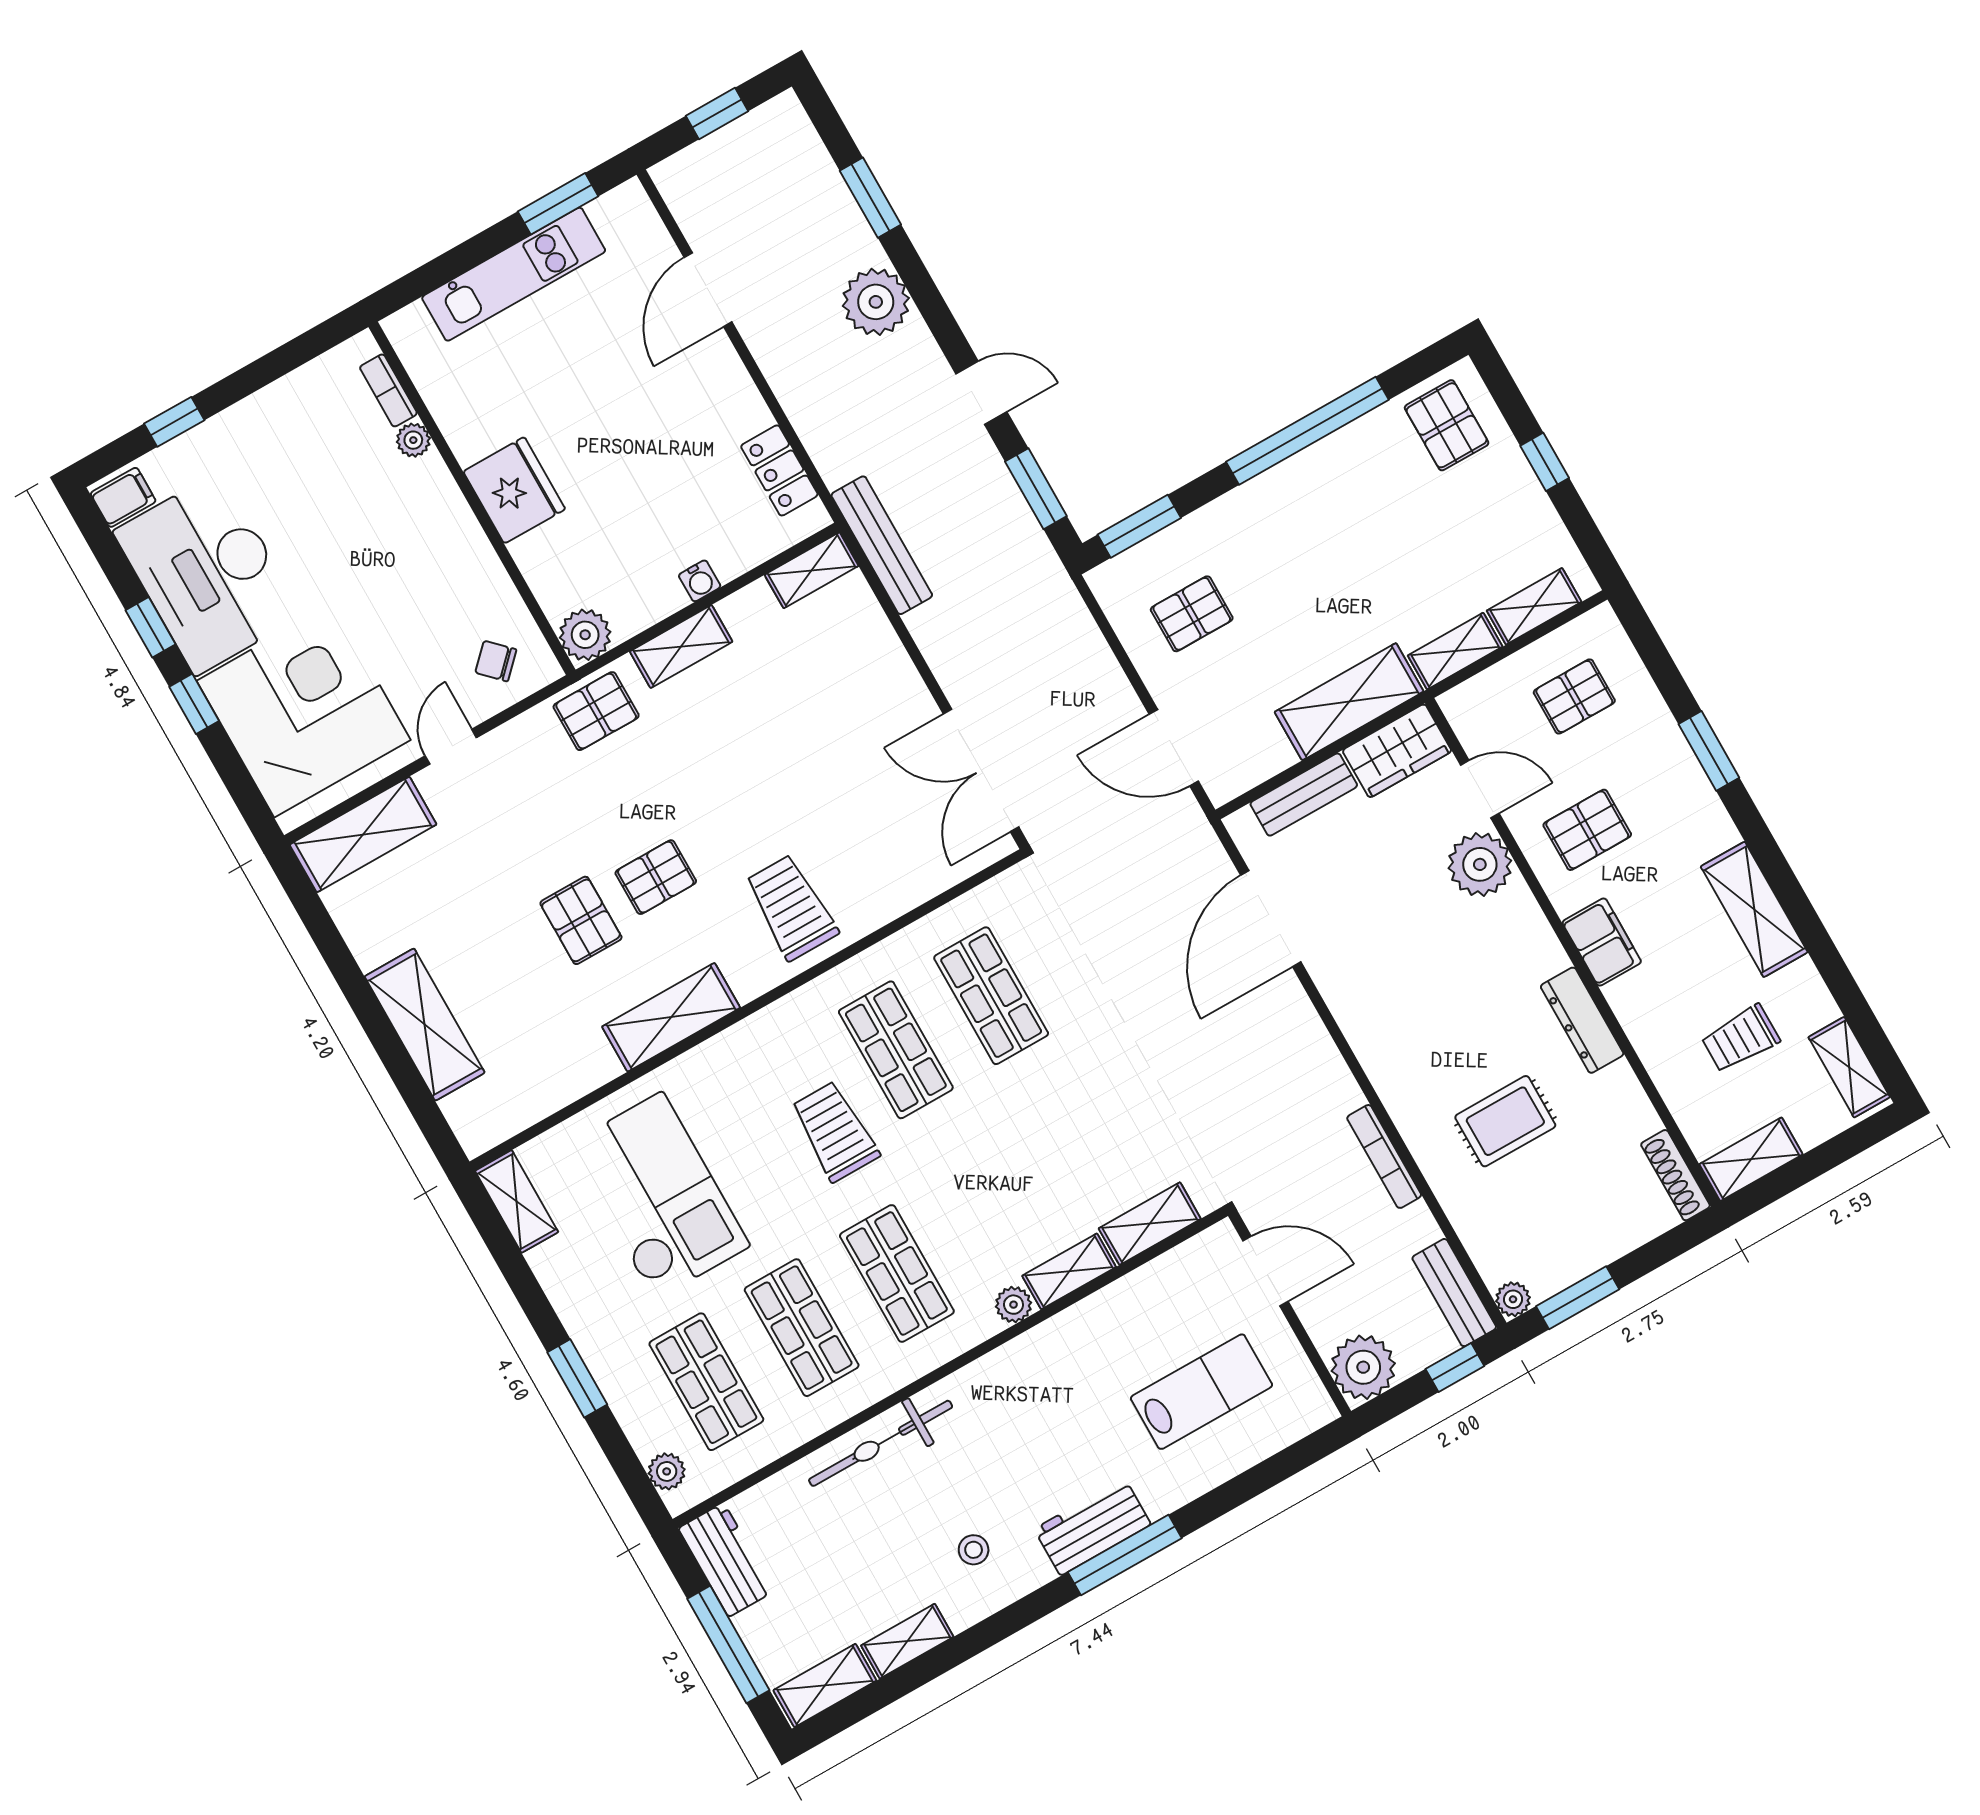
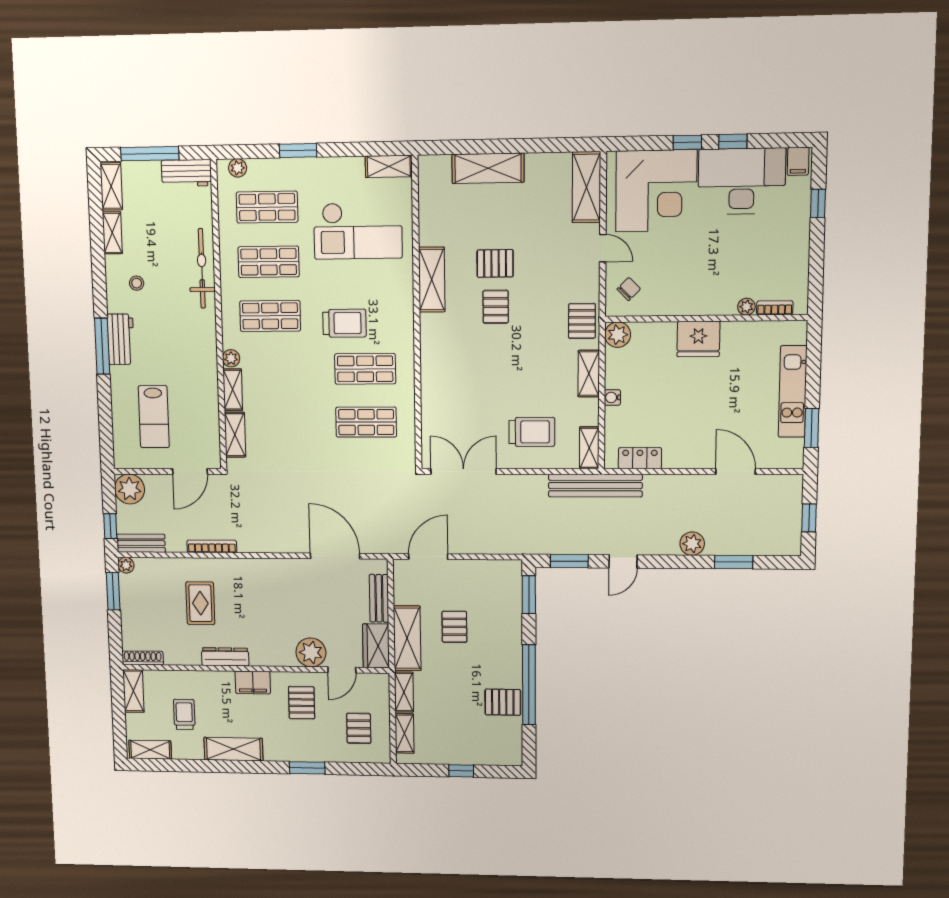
plant: (876, 302) -> (692, 544), width x0.73, depth x0.73
pallet: (1447, 425) -> (503, 702), moved
bench: (882, 545) -> (595, 486), width x1.37, depth x1.21
pallet: (1192, 614) -> (454, 627), moved
trolley: (791, 907) -> (532, 432), moved

